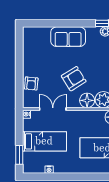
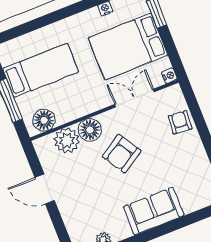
double door: (53, 109) -> (134, 98), swing flipped
bed: (44, 141) -> (128, 46), width x1.50

